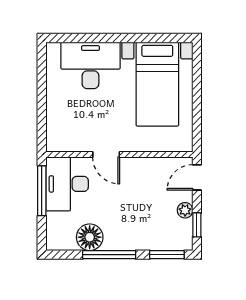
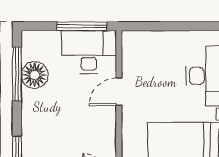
window: (109, 255) -> (17, 74), moved

